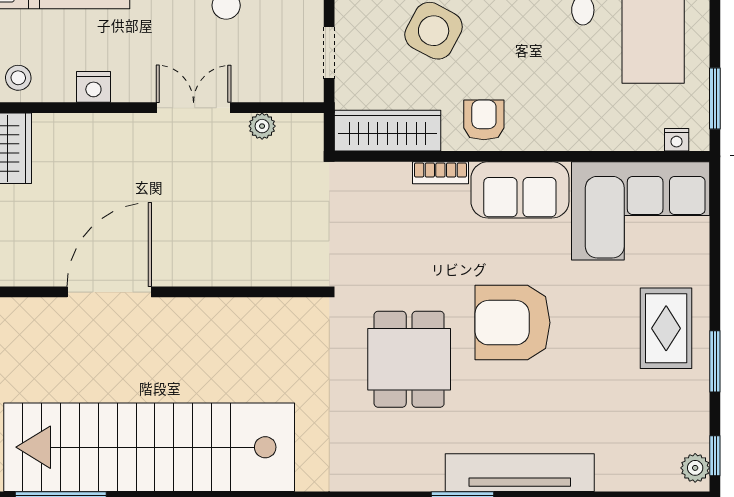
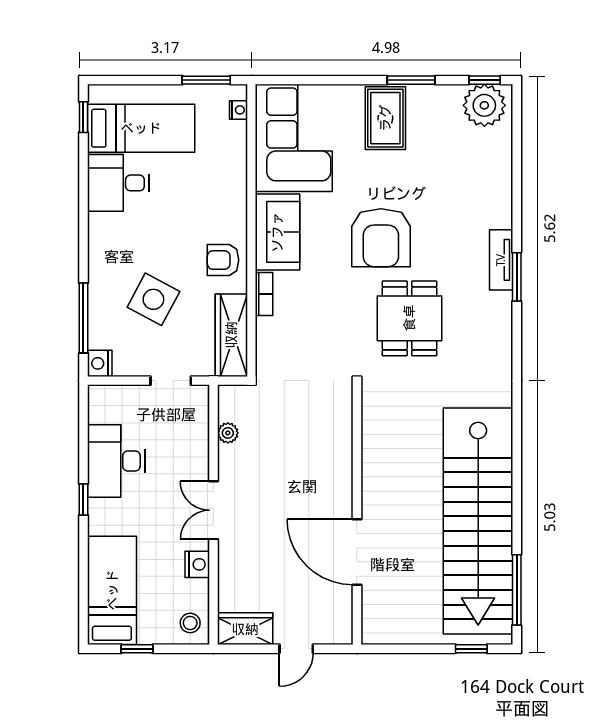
double door: (194, 108) -> (213, 510), moved
rug: (666, 328) -> (385, 118), turned 90
dining table: (409, 359) -> (409, 318), turned 90
plant: (695, 468) -> (484, 105), width x1.88, depth x1.88
tv unit: (520, 473) -> (501, 260), width x0.52, depth x0.78

